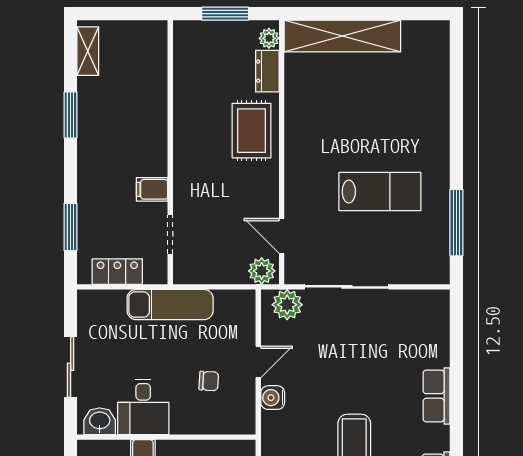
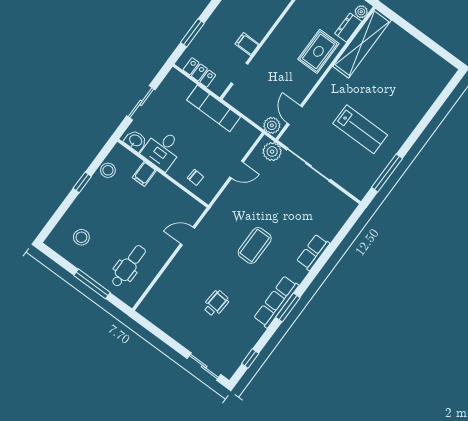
shelving: (342, 36) -> (362, 43), moved, turned 90
chair: (209, 381) -> (195, 177), moved
water cooler: (273, 398) -> (231, 193), removed

